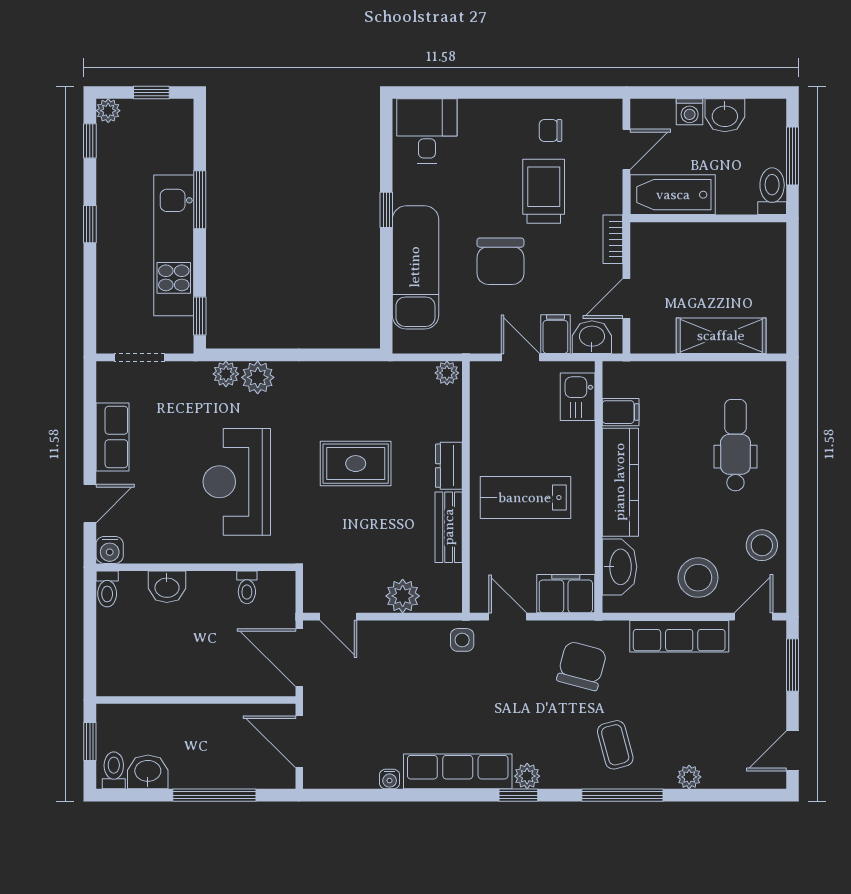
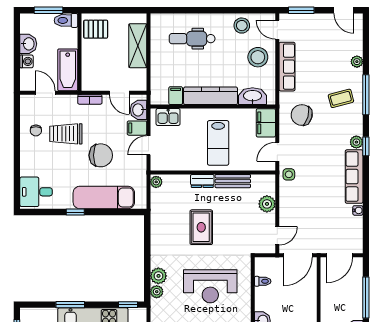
pallet: (755, 251) -> (96, 29), added

